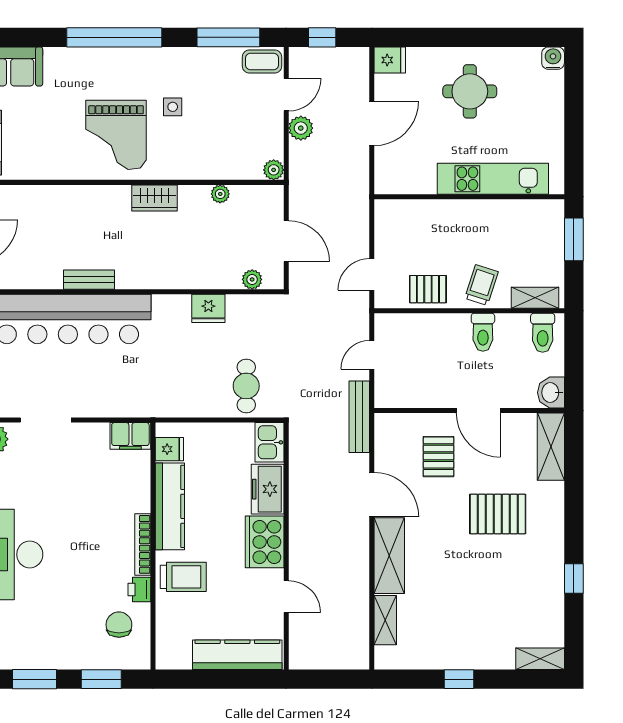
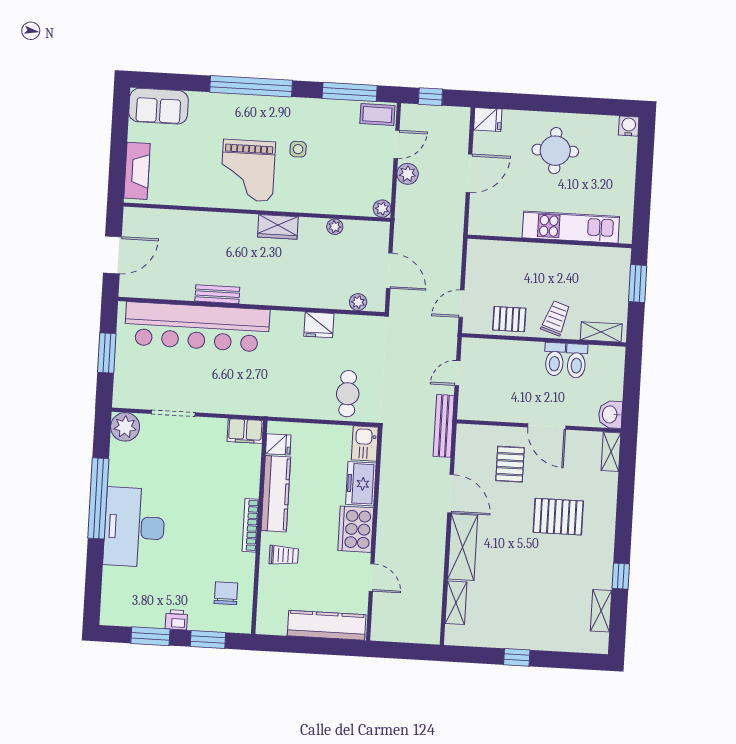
toilet: (543, 333) -> (577, 361), moved
shelving: (551, 447) -> (611, 452), width x0.67, depth x0.75
trolley: (183, 577) -> (284, 555), width x0.73, depth x0.72
printer: (139, 590) -> (176, 620), moved, turned 90
shelving: (540, 659) -> (601, 611), moved, turned 90

